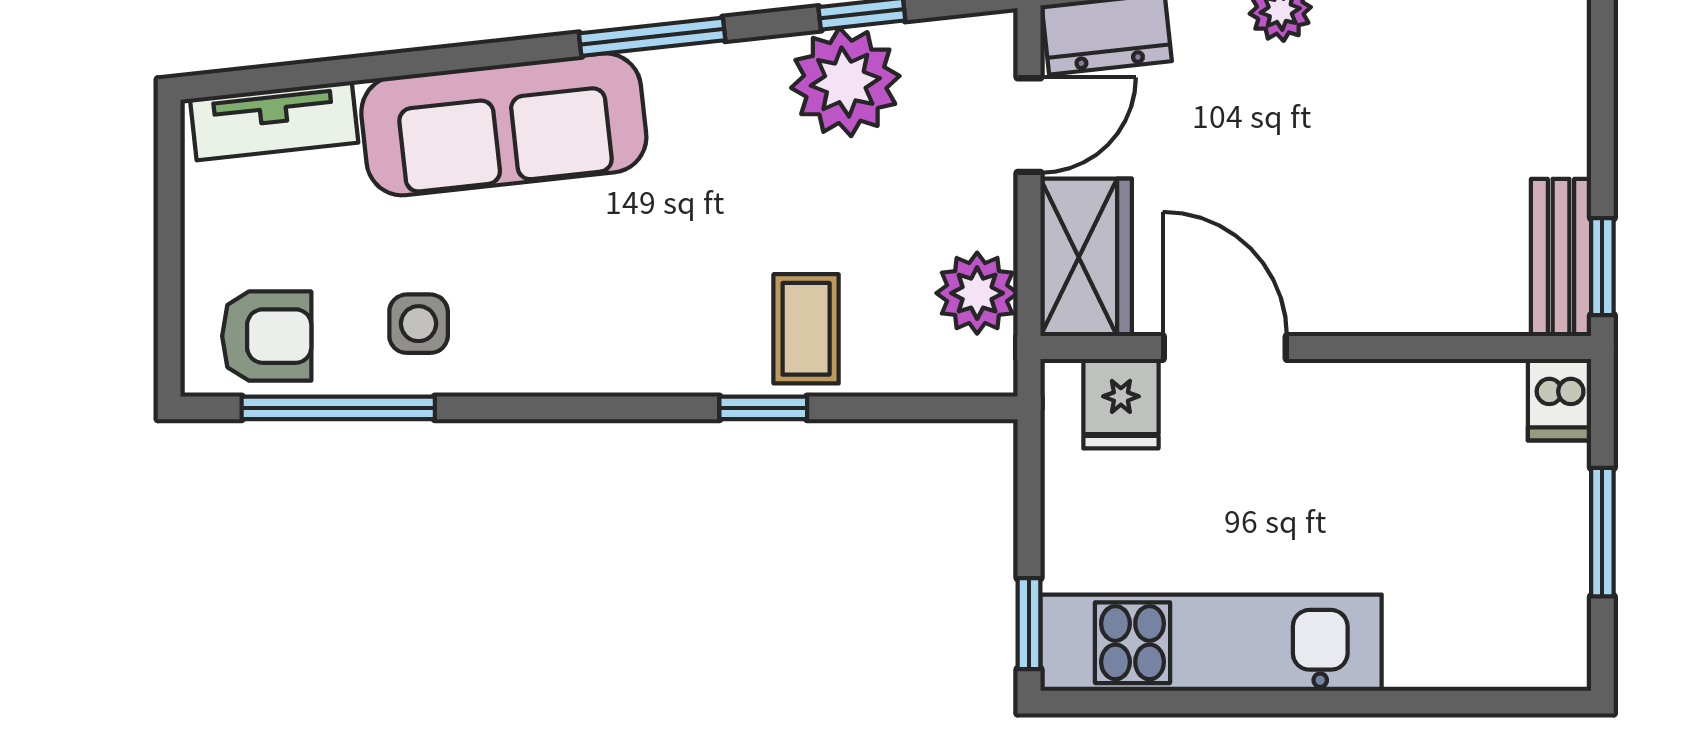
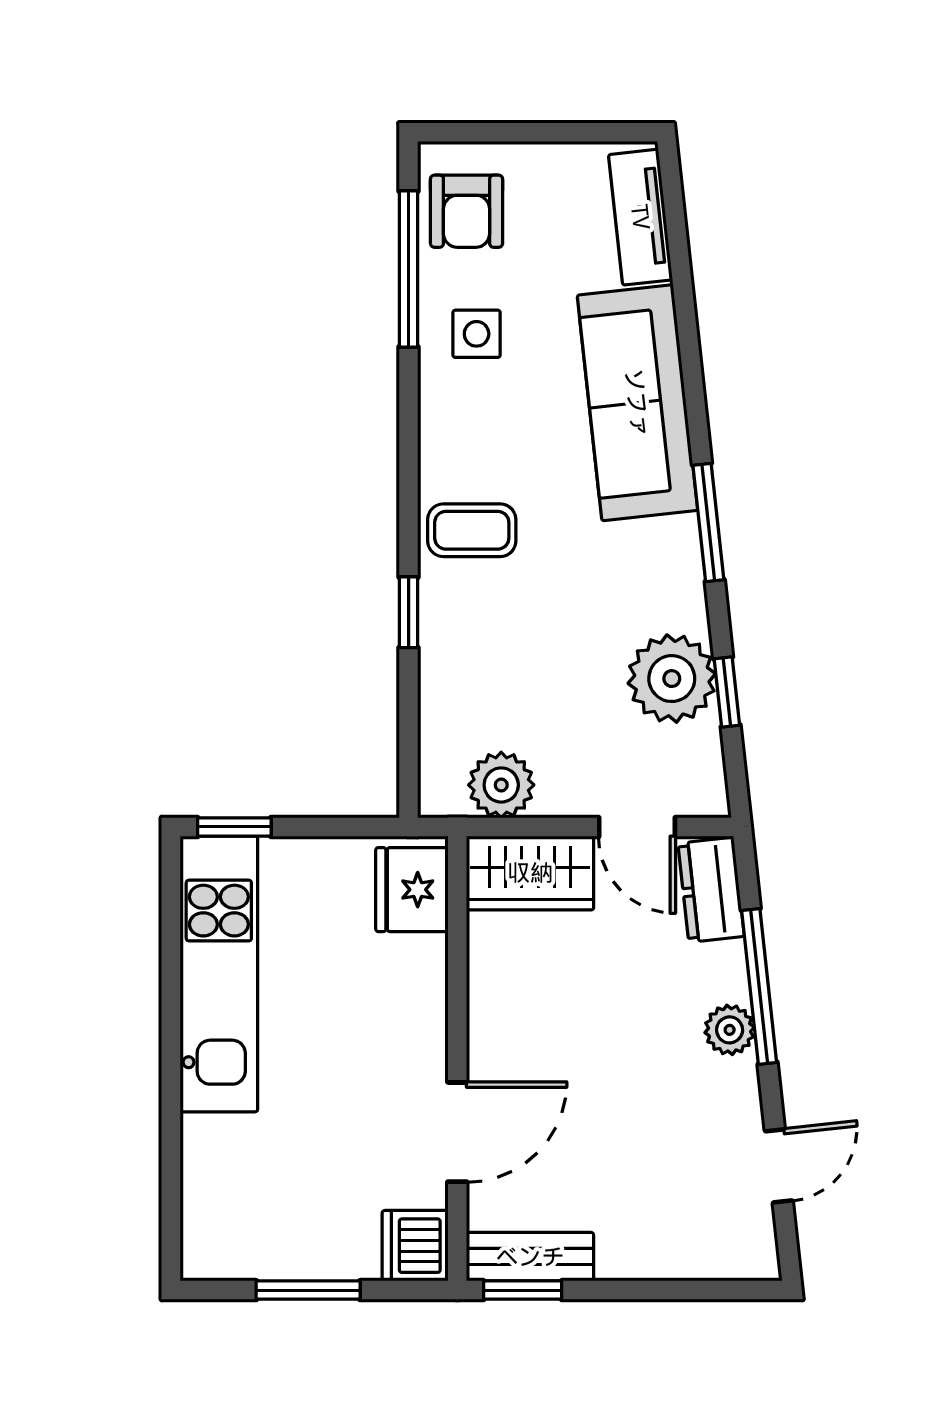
coffee table: (806, 329) -> (472, 530), moved
door: (1225, 348) -> (457, 1132), moved
dishwasher: (1559, 400) -> (415, 1246), width x1.38
fridge: (1121, 404) -> (412, 890), width x1.38

